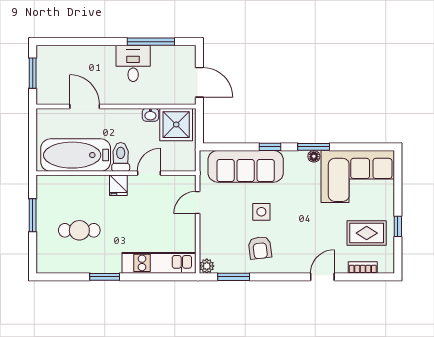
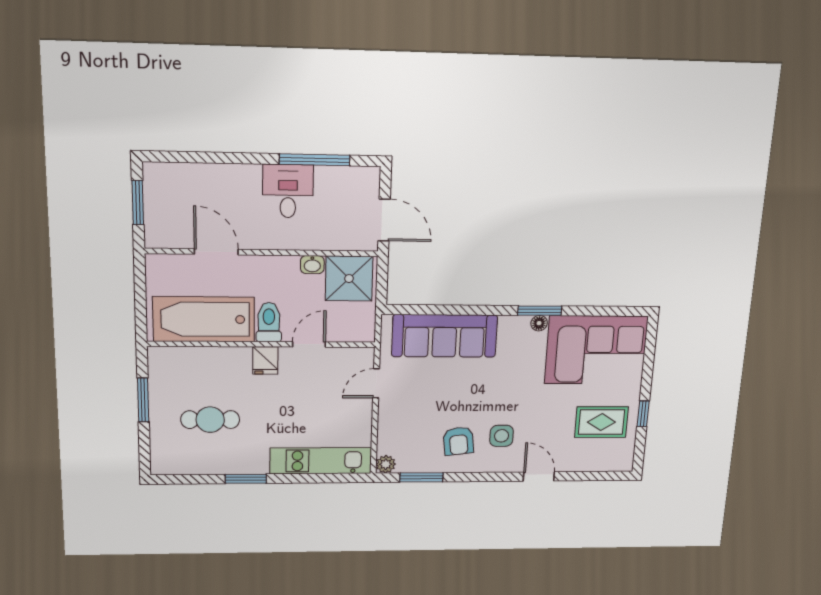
window: (270, 147) -> (480, 310), removed
side table: (261, 212) -> (502, 436), moved
bookcase: (363, 268) -> (592, 465), removed
door: (322, 277) -> (539, 476), hinge flipped

